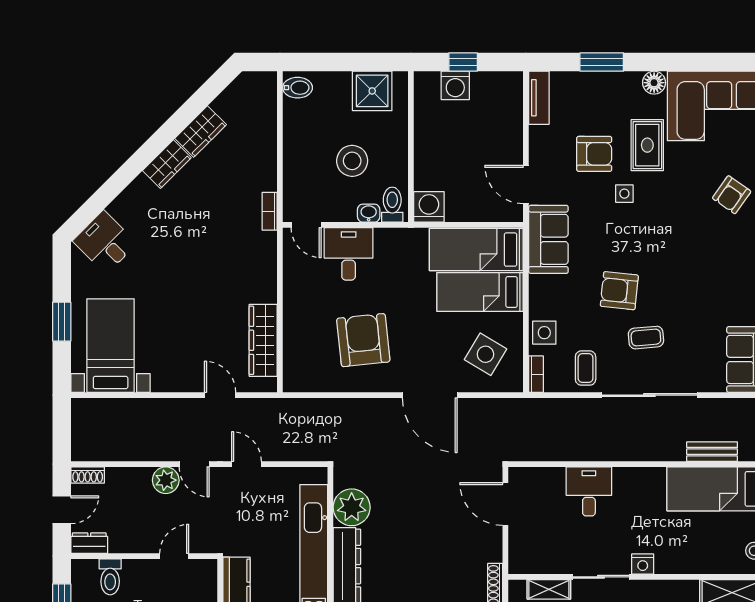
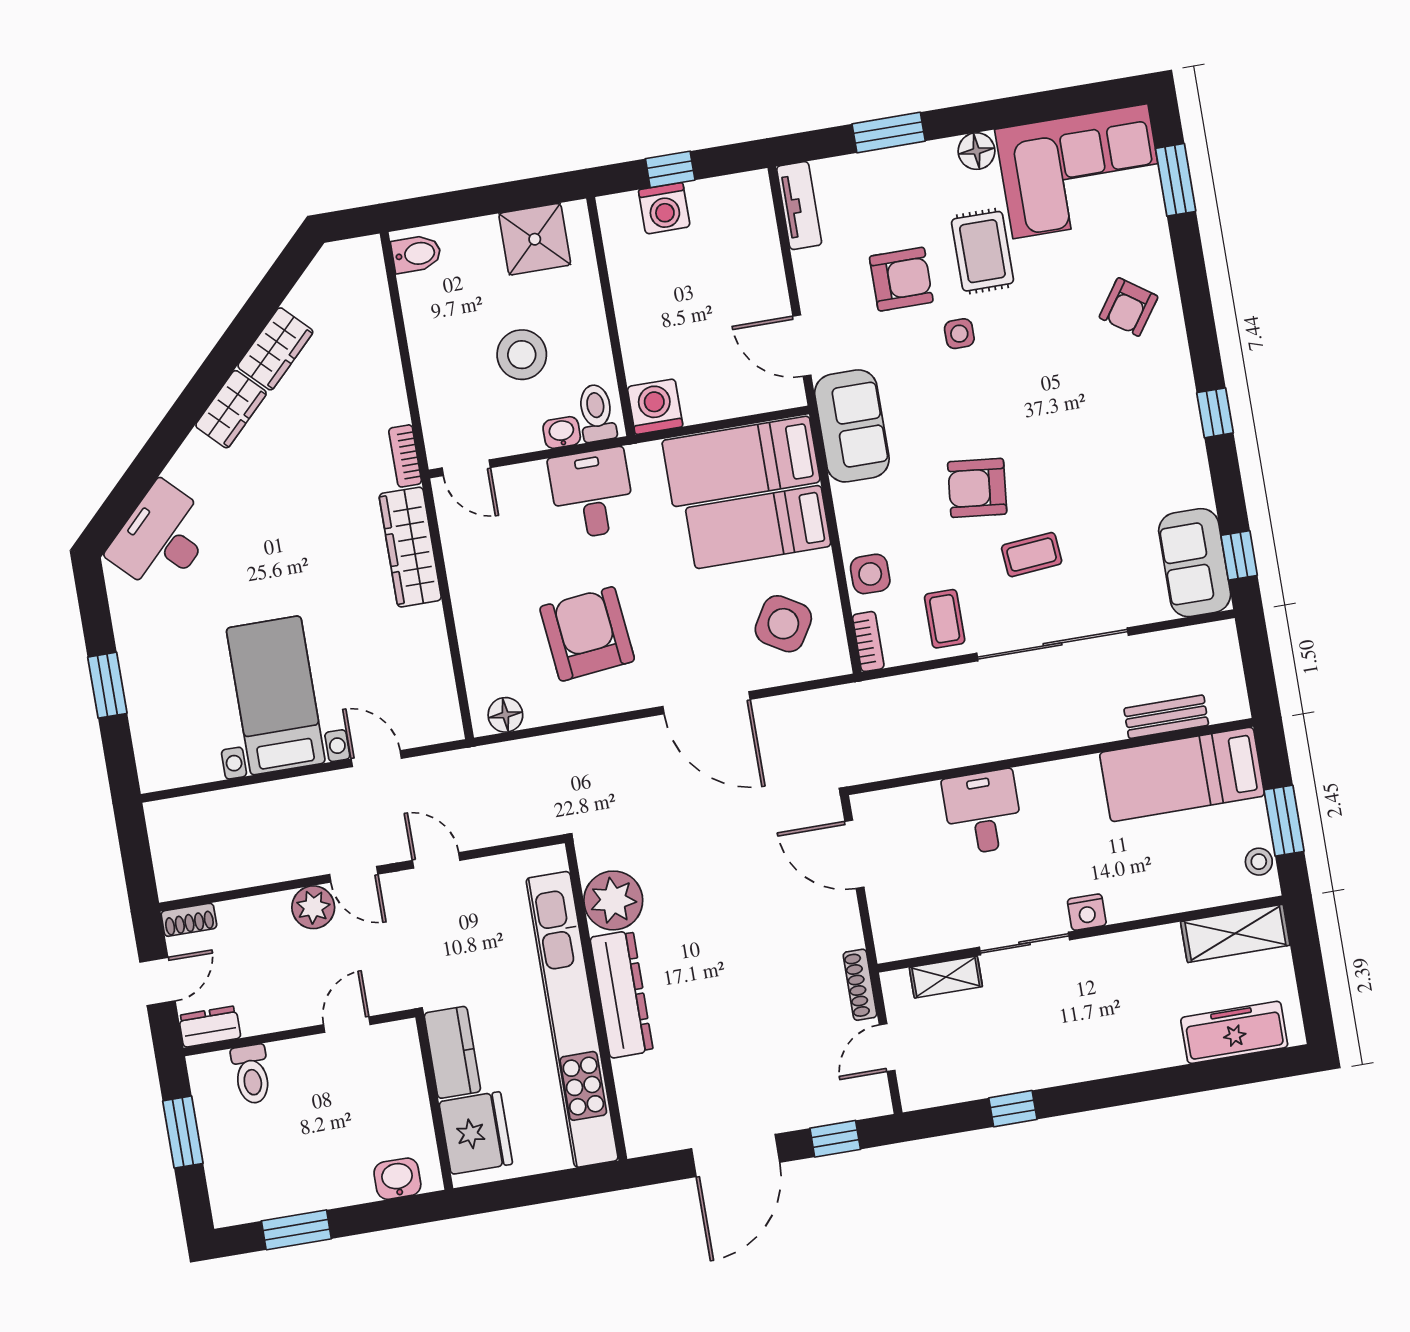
desk: (105, 242) -> (162, 538), width x1.37
desk: (349, 254) -> (592, 494), moved
wardrobe: (263, 340) -> (410, 547), moved
bed with nightstands: (111, 346) -> (276, 695), moved
floor lamp: (304, 381) -> (505, 715), added

